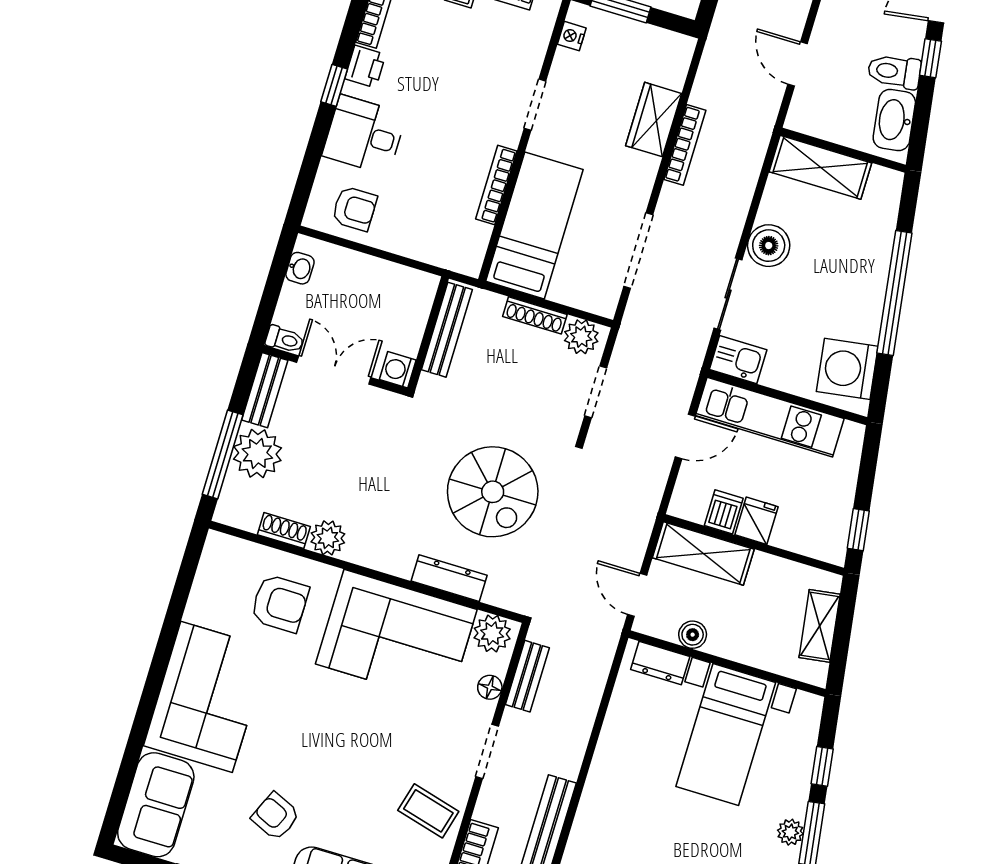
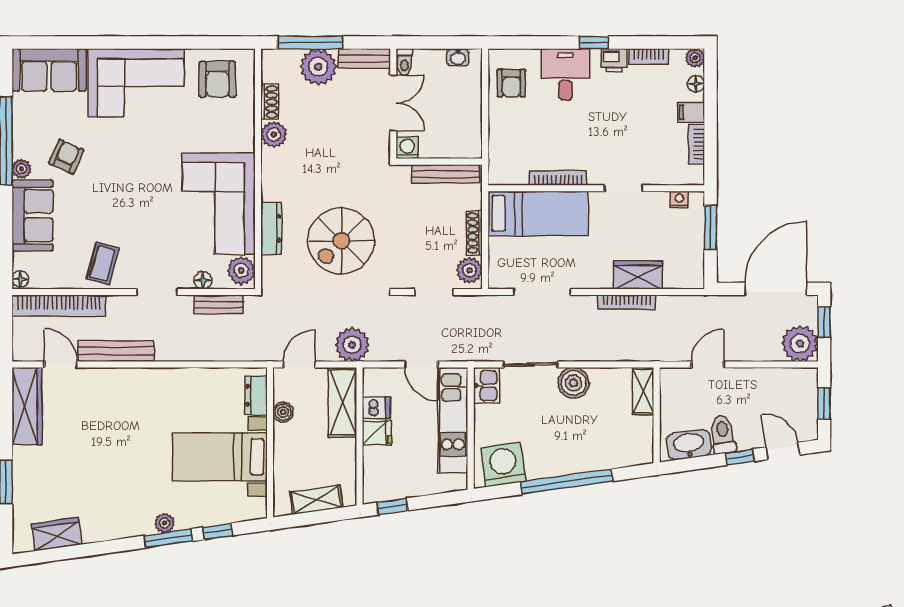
shelving: (820, 167) -> (643, 391), width x0.67, depth x0.75
plant: (632, 519) -> (352, 345), added
armchair: (280, 603) -> (217, 79), moved

